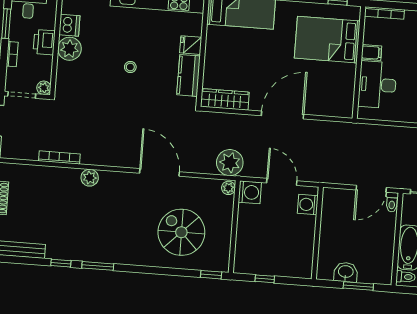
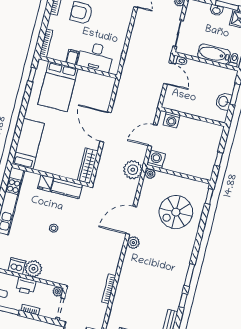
plant: (90, 178) -> (133, 243), moved

